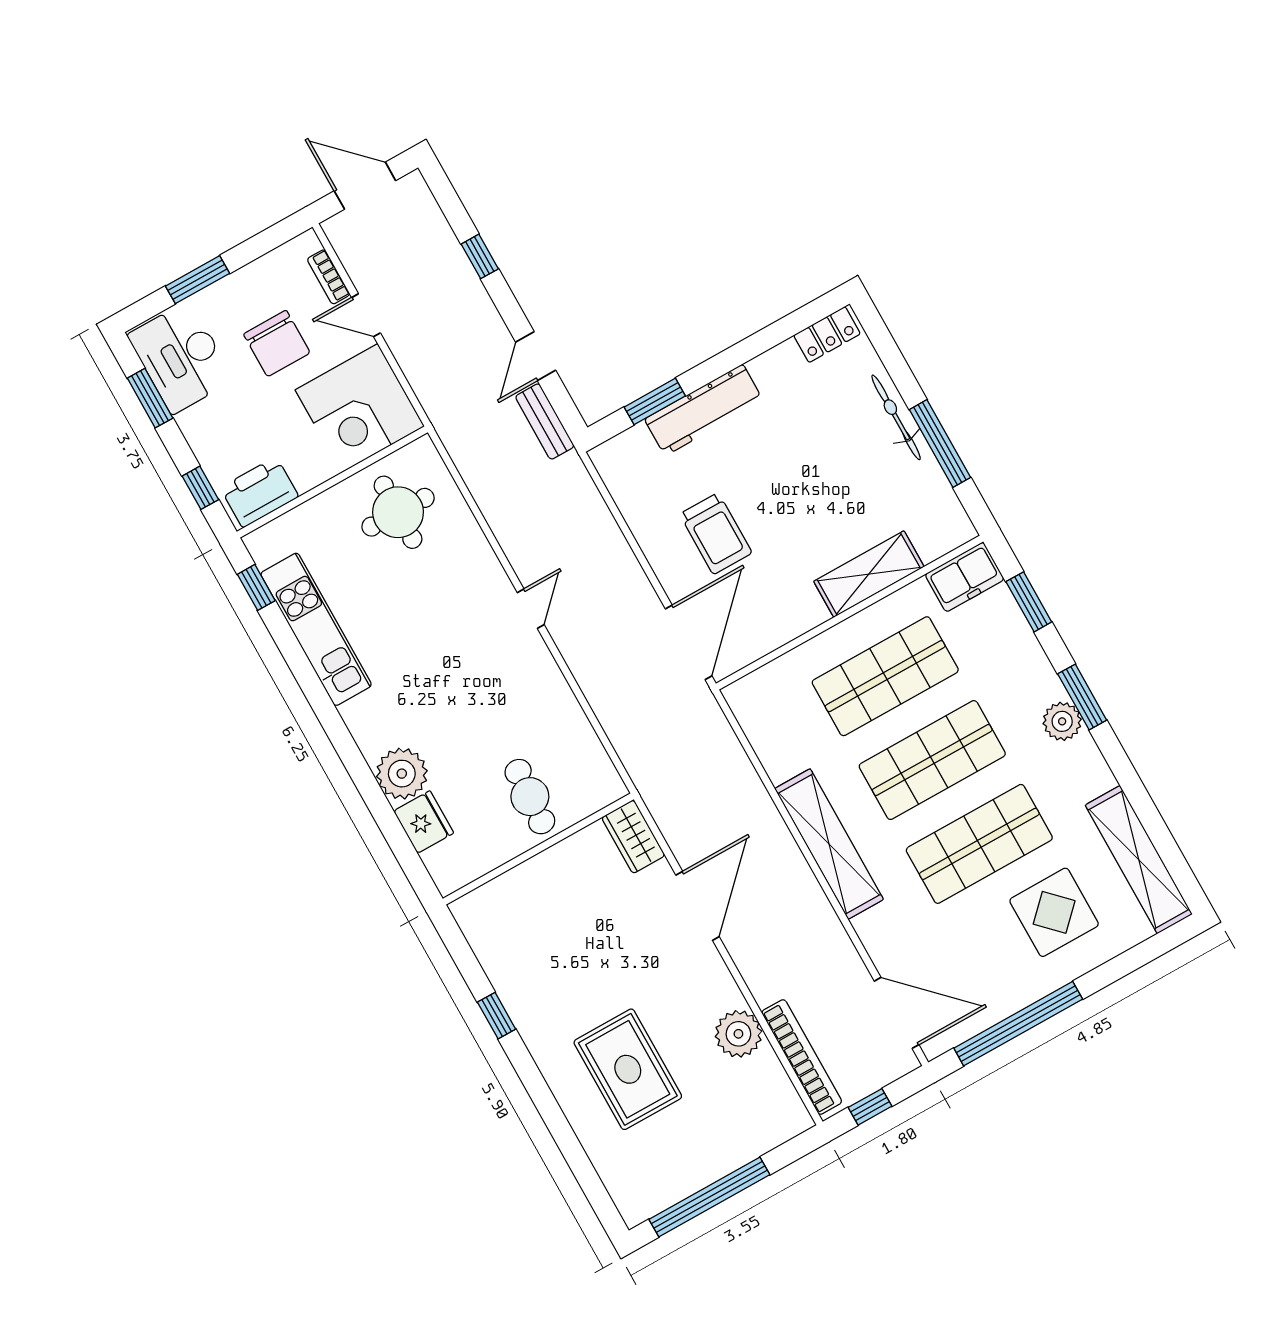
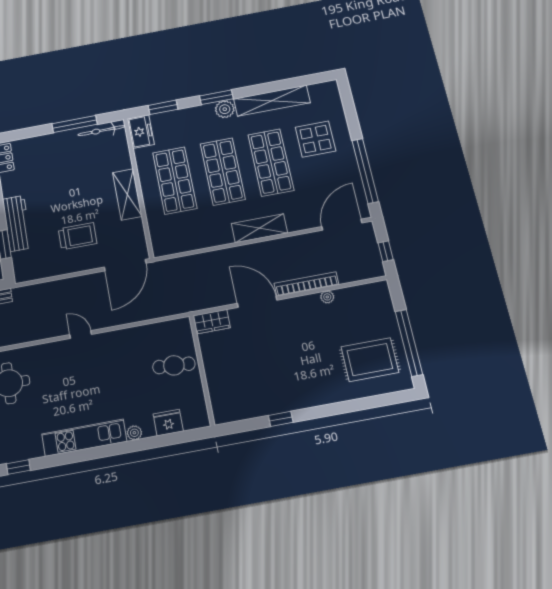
bicycle: (896, 417) -> (102, 131), moved
shelving: (869, 574) -> (127, 194), moved
kitchen unit: (316, 629) -> (84, 438), moved
door: (689, 642) -> (125, 265), swing flipped
plant: (402, 774) -> (134, 433), width x0.53, depth x0.53
shelving: (829, 844) -> (259, 228), width x0.68
shelving: (1139, 860) -> (272, 101), moved
plant: (738, 1034) -> (327, 297), width x0.53, depth x0.53
bookcase: (802, 1057) -> (306, 284), moved
rug: (628, 1069) -> (370, 360), moved

